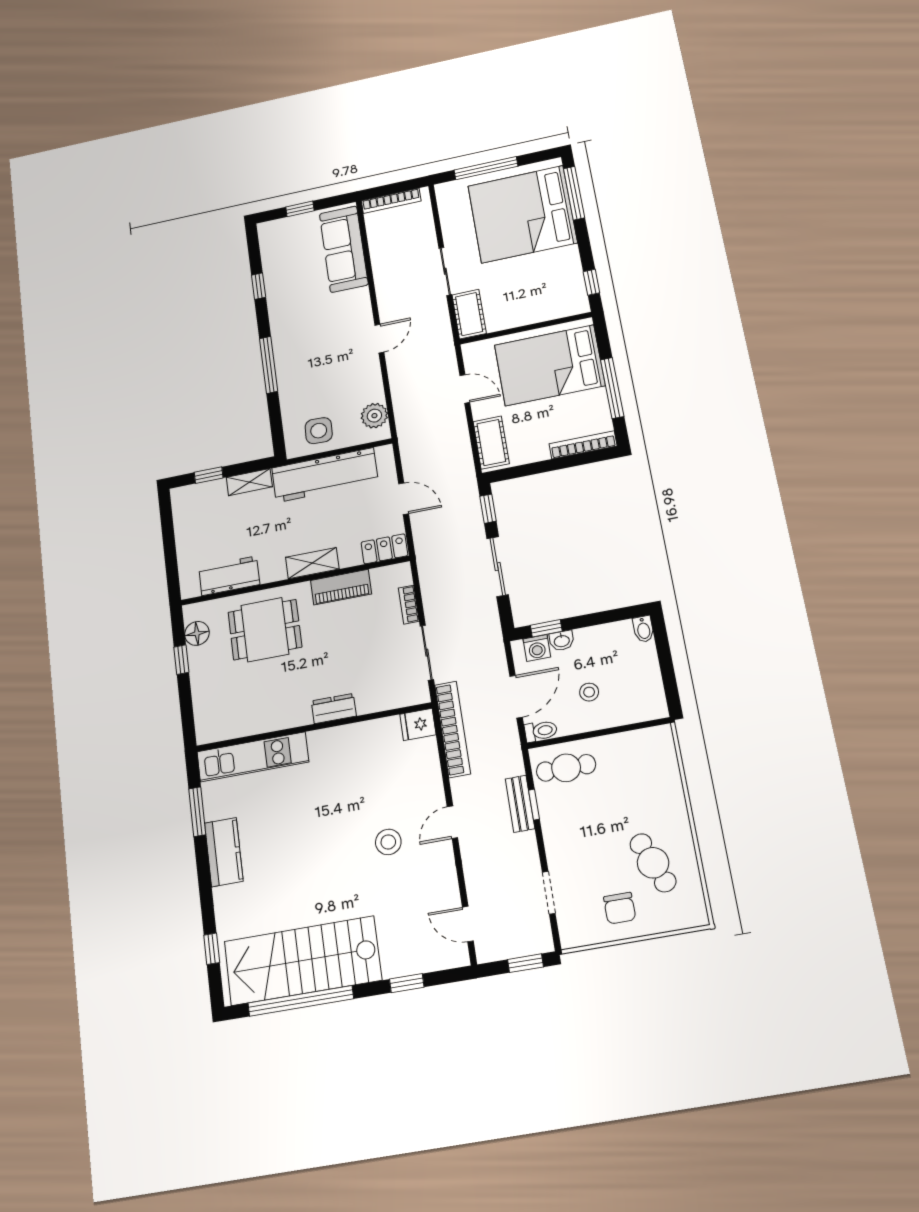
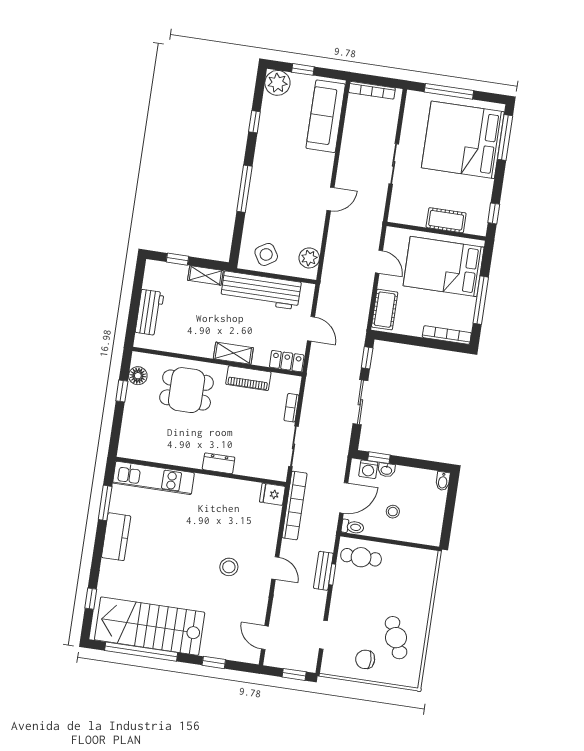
plant: (274, 234) -> (277, 83), added
cot: (469, 314) -> (446, 220), moved, turned 90
side table: (319, 431) -> (266, 254), turned -34
workbench: (229, 576) -> (150, 312), moved, turned 90
door: (452, 822) -> (275, 568), swing flipped
chair: (620, 908) -> (365, 659), turned 90

